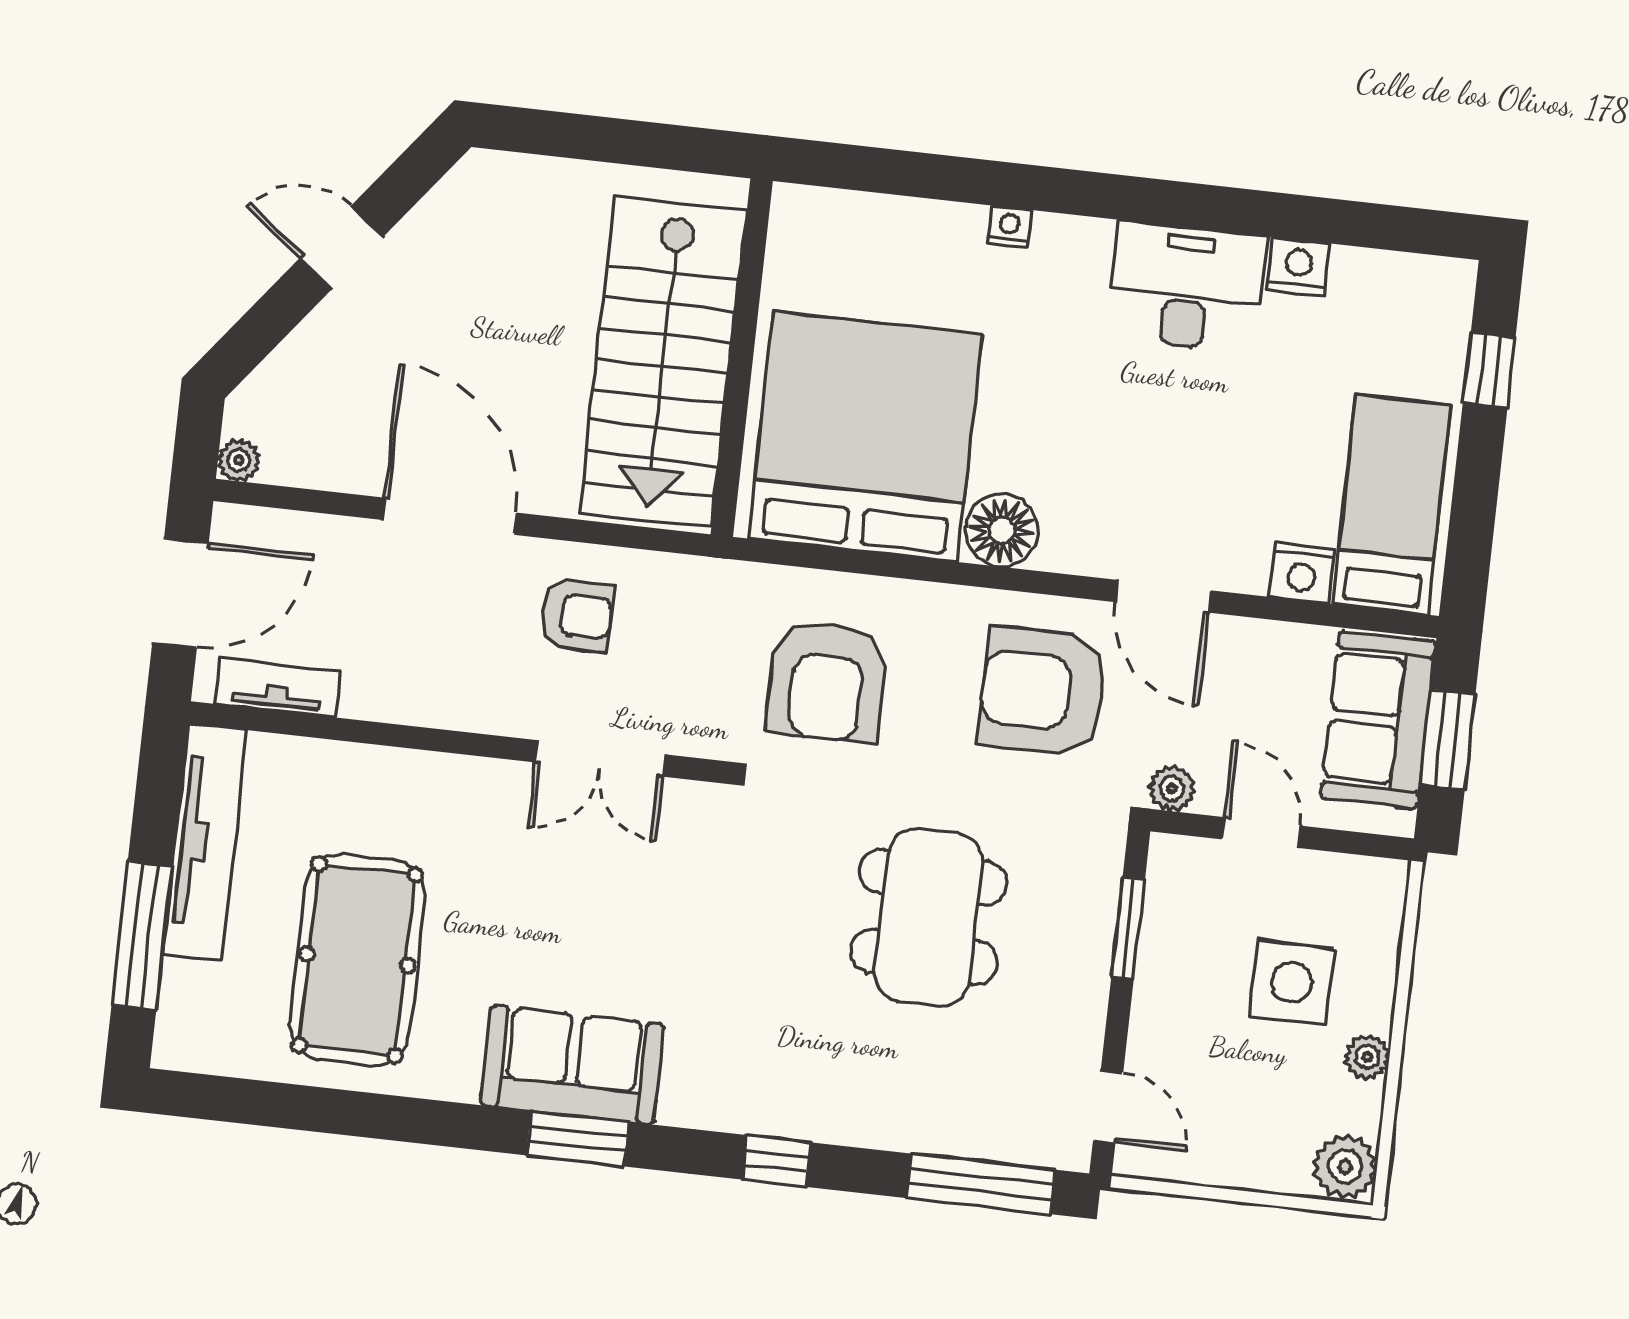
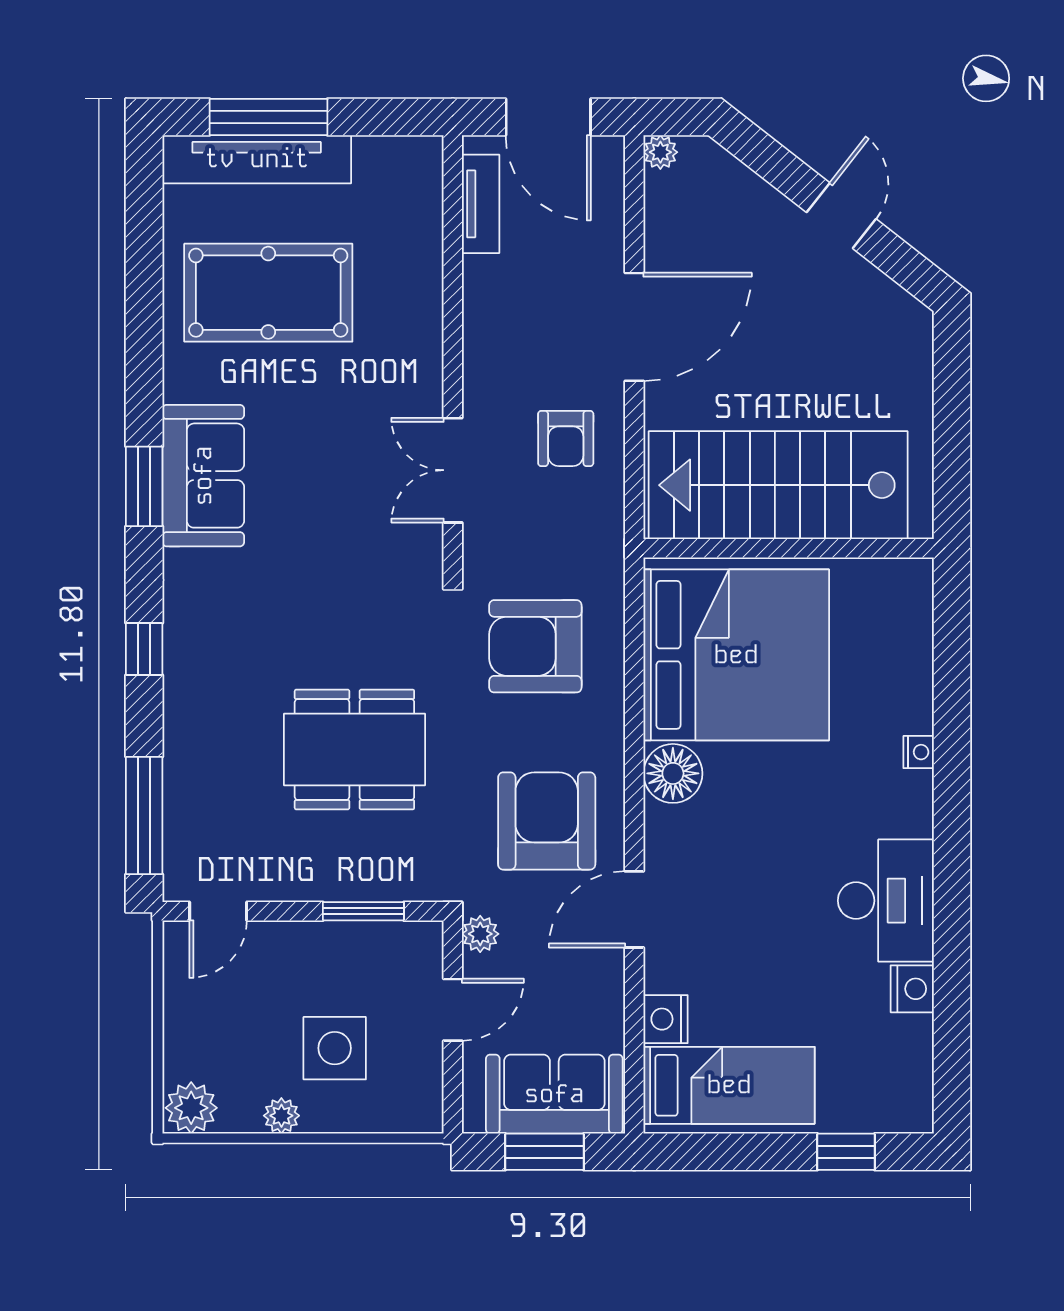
tv unit: (205, 842) -> (257, 159), moved

